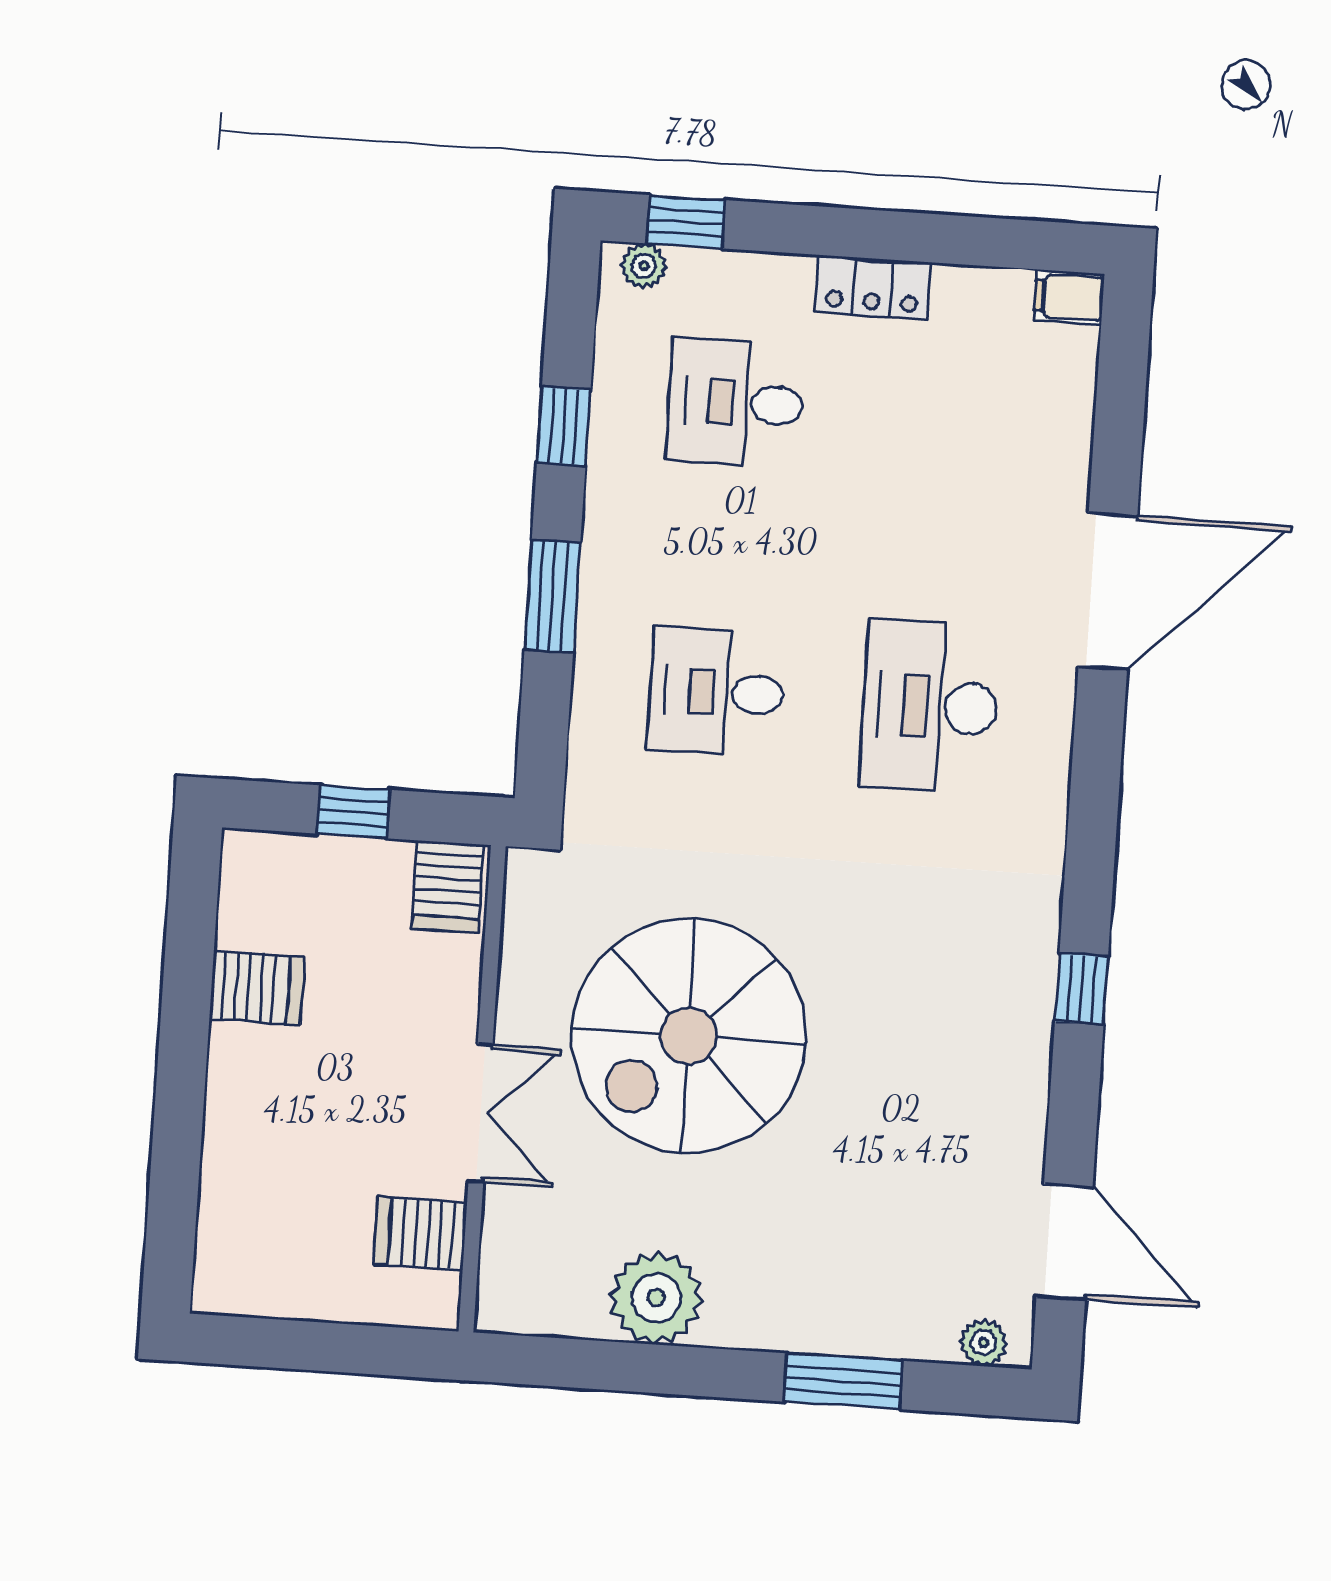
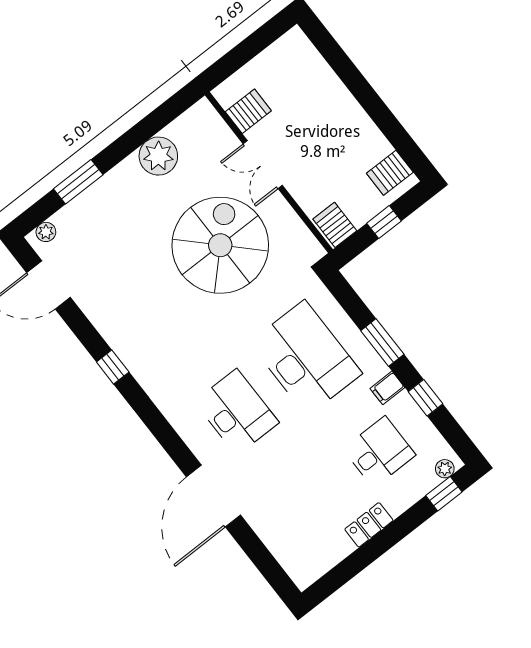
filing cabinet: (1069, 297) -> (387, 388), moved, turned 180
desk: (717, 692) -> (306, 358), width x1.87, depth x1.30
server rack: (257, 988) -> (390, 173), moved

